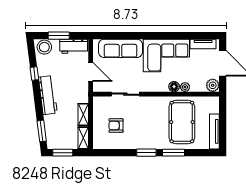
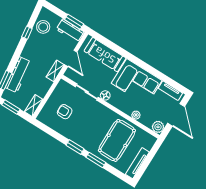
window: (59, 36) -> (74, 22), moved
stool: (44, 47) -> (43, 27), moved
floor lamp: (174, 87) -> (105, 95), moved
workbench: (48, 95) -> (18, 75), moved
shelving: (83, 115) -> (55, 71), moved

